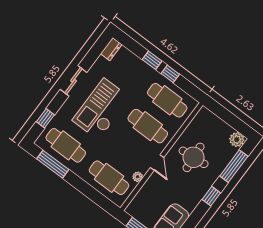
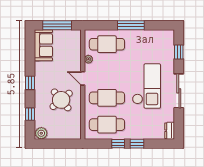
sliding door: (74, 81) -> (179, 91), width x1.37
cafe table: (66, 145) -> (152, 44), removed
round table: (194, 157) -> (61, 100), turned -35
window: (53, 164) -> (131, 25), moved
window: (234, 166) -> (30, 114), width x0.46

